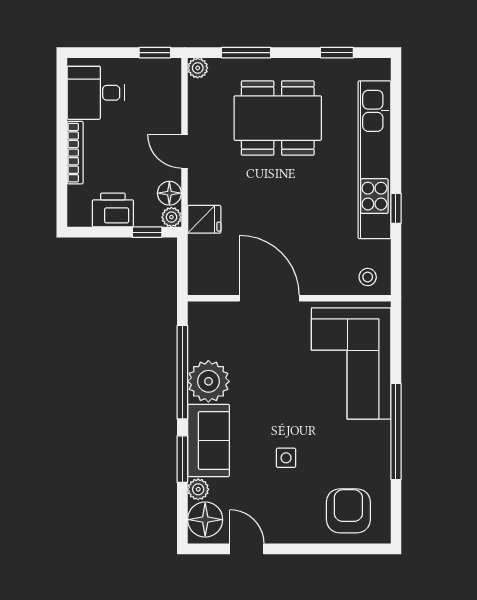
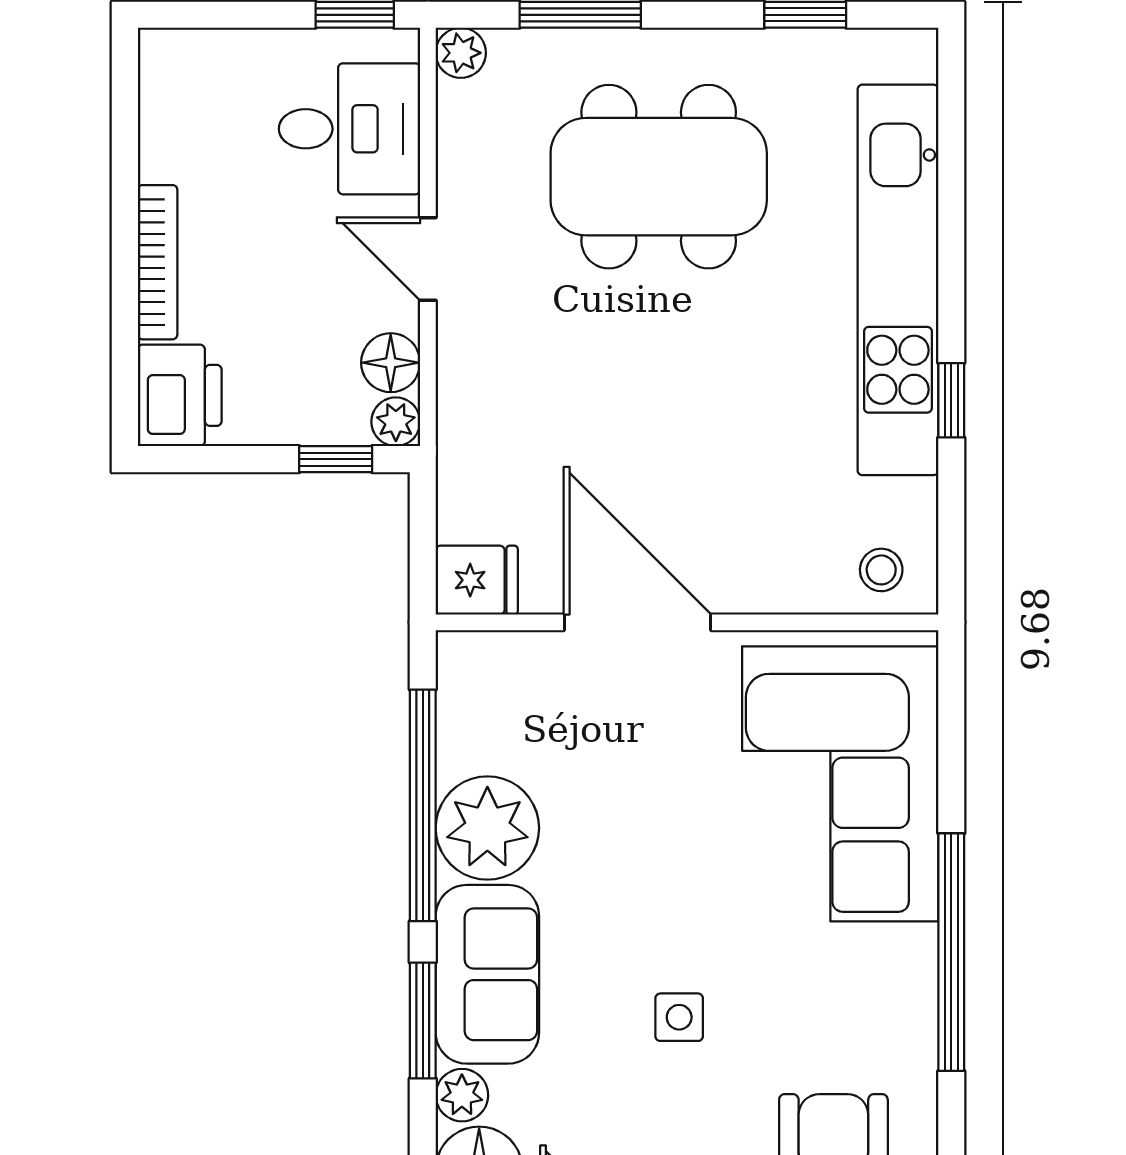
desk: (96, 93) -> (349, 129), moved, turned 180
printer: (113, 210) -> (180, 395), moved, turned 90
fridge: (204, 219) -> (477, 580), moved

